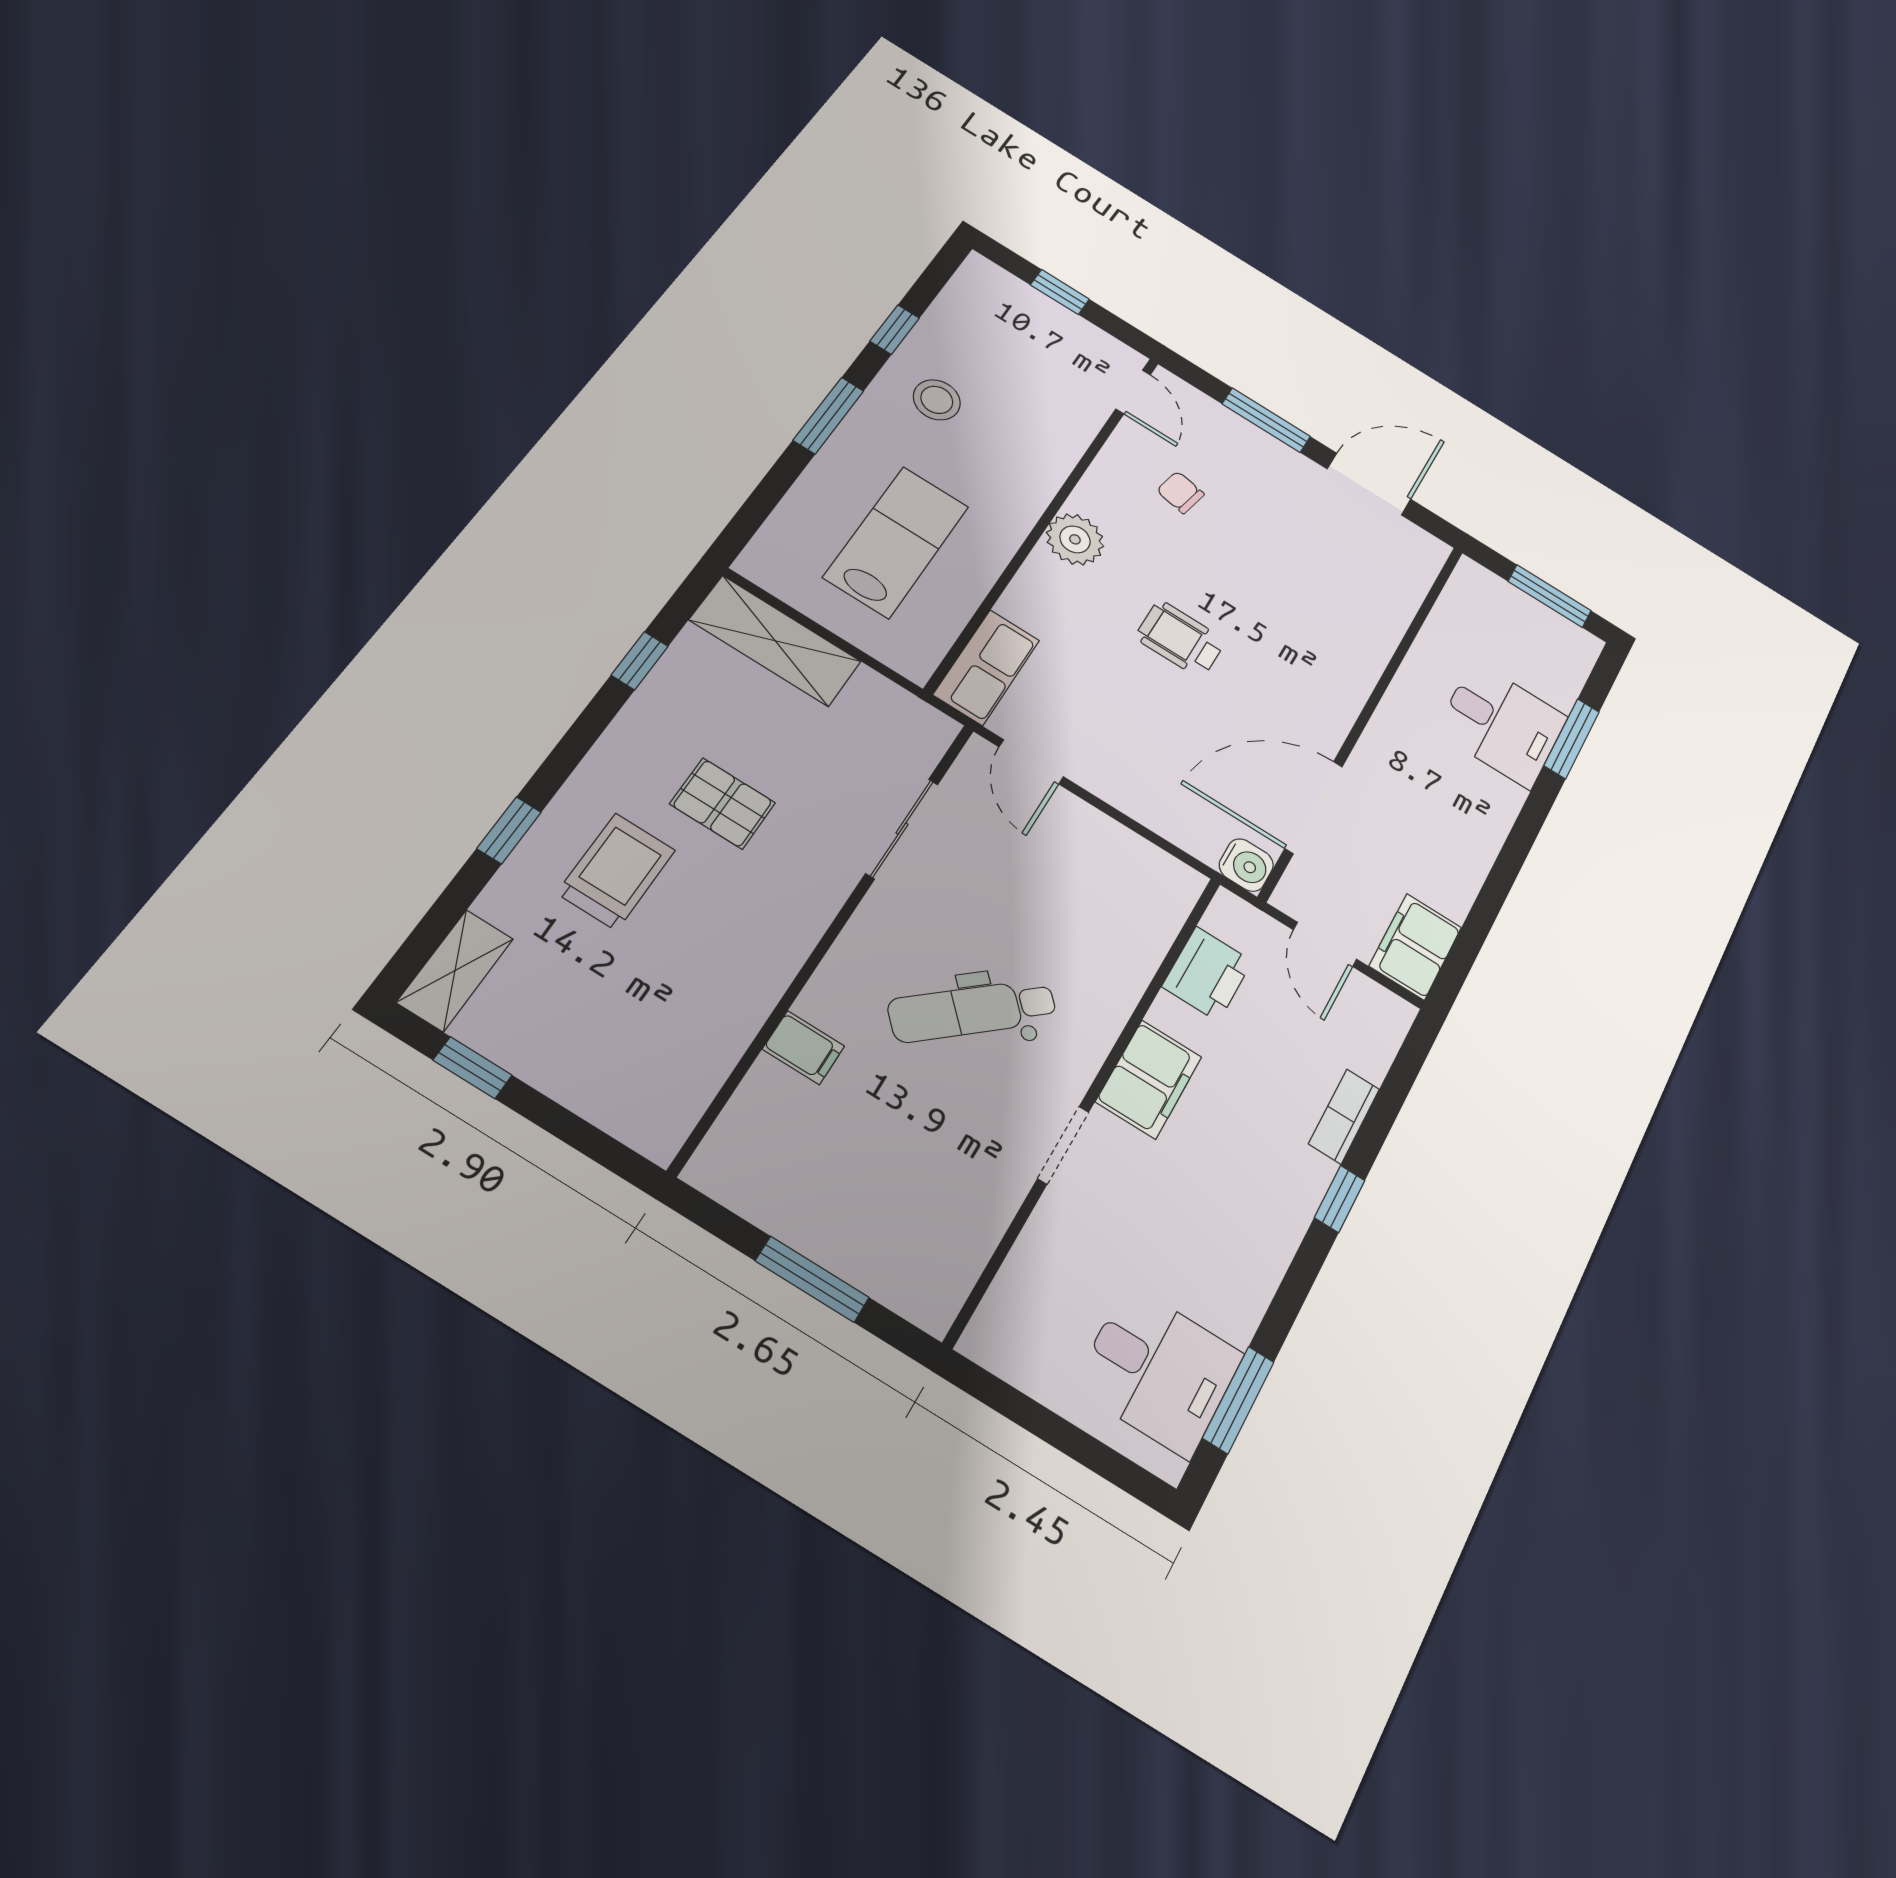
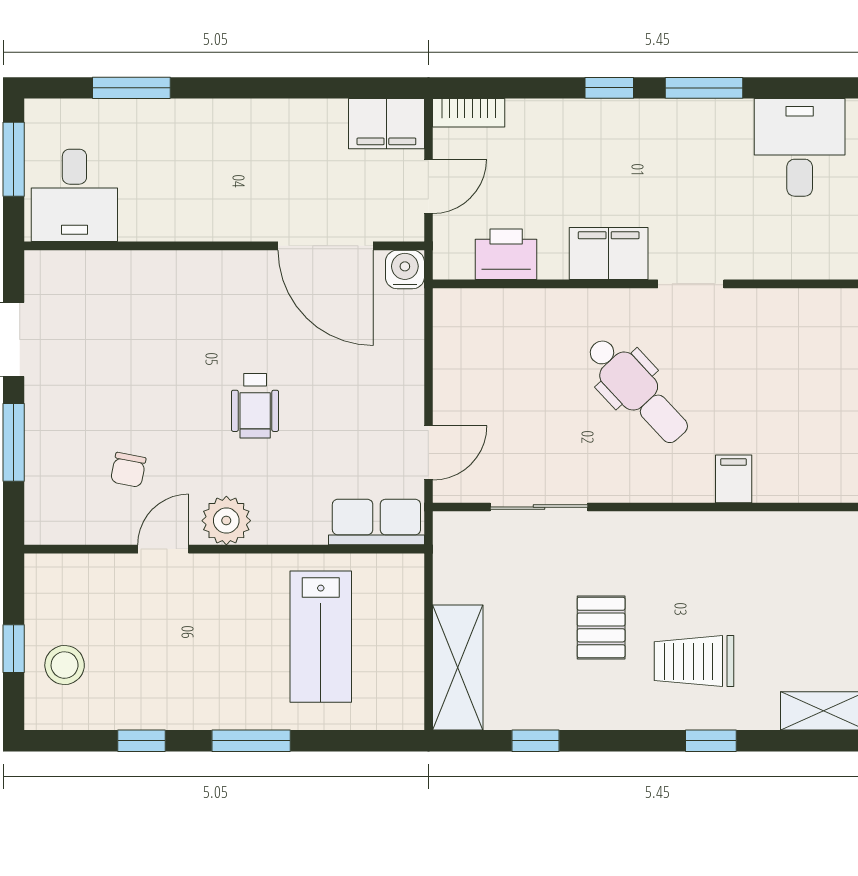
door: (1133, 392) -> (163, 549), moved
stool: (937, 400) -> (65, 665), moved
lab bench: (896, 542) -> (321, 637), turned -90
desk: (1502, 724) -> (74, 195), moved, turned 180
bookcase: (1344, 1116) -> (469, 113), moved
window: (1238, 1400) -> (704, 88), moved

